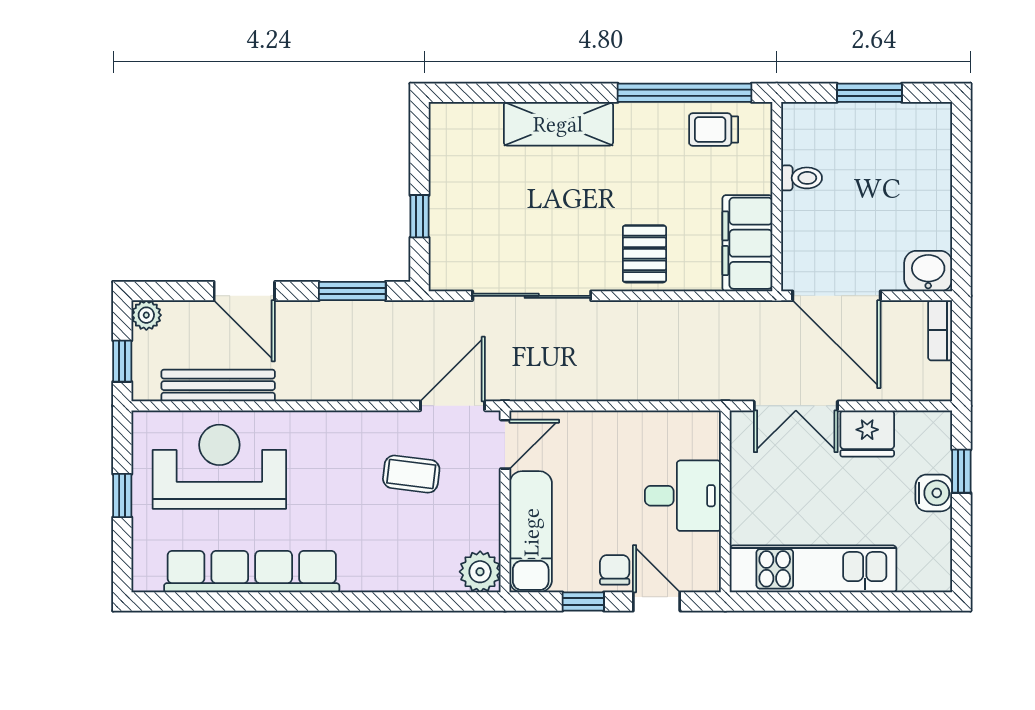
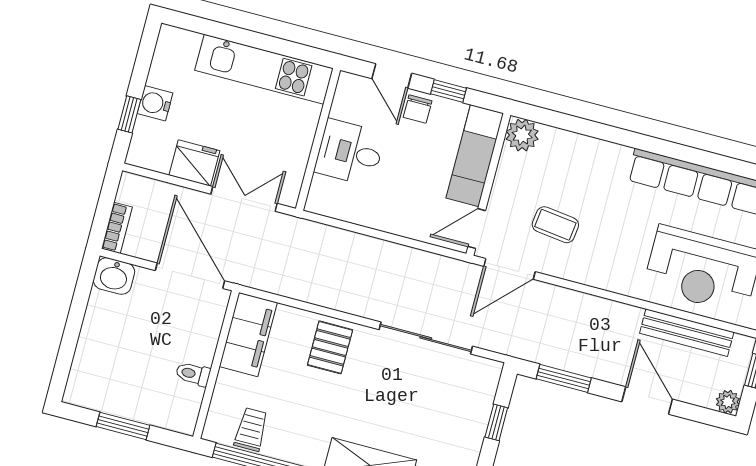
trolley: (714, 129) -> (251, 429), turned -90

